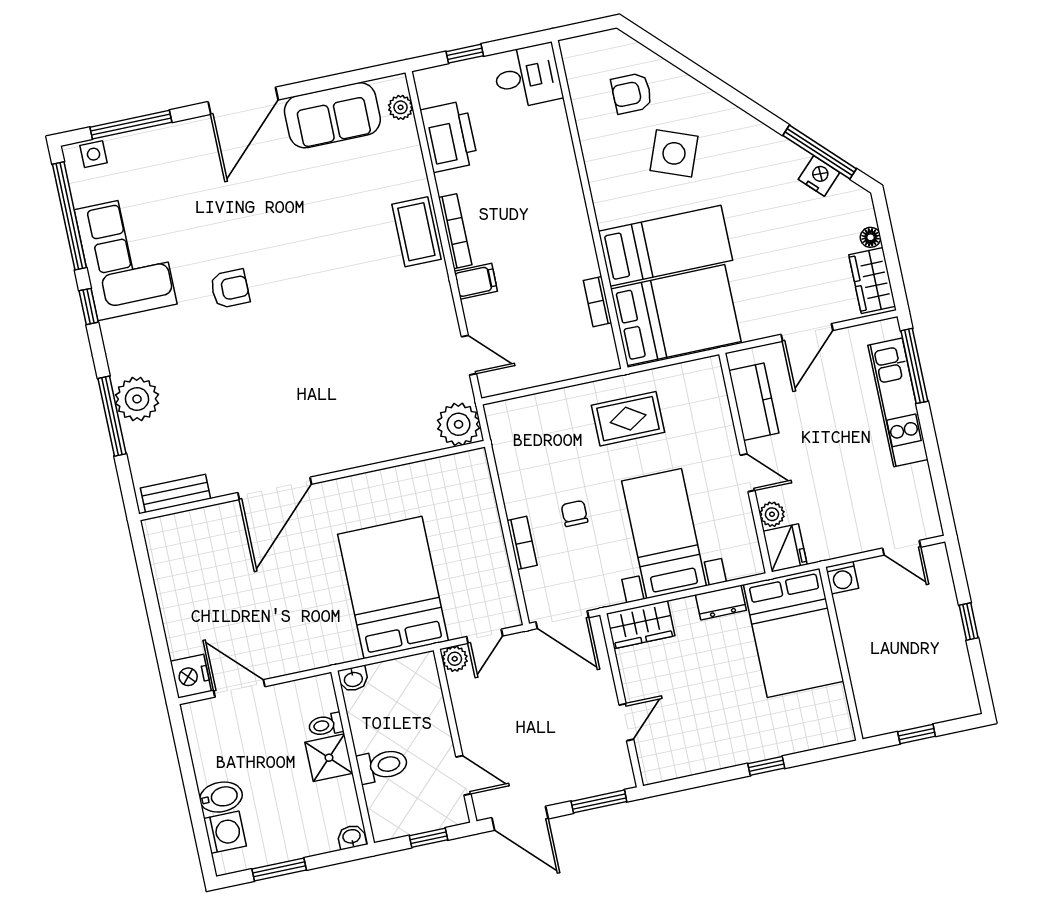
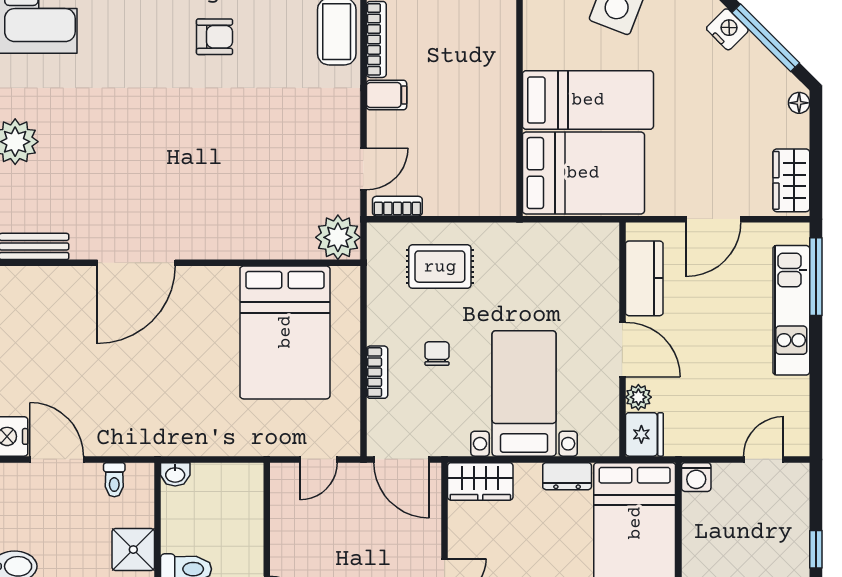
nightstand: (819, 176) -> (727, 29), moved
floor lamp: (871, 237) -> (799, 103), moved
armchair: (230, 289) -> (215, 37), moved
bookcase: (598, 302) -> (397, 206), moved, turned 90
door: (469, 355) -> (363, 169), hinge flipped
rug: (628, 419) -> (440, 267), moved
door: (748, 473) -> (622, 350), width x1.38
door: (902, 548) -> (763, 459), swing flipped
bed: (393, 588) -> (285, 332), moved, turned 180
plant: (455, 659) -> (283, 476), removed
toilet: (326, 725) -> (114, 480), moved, turned -90

